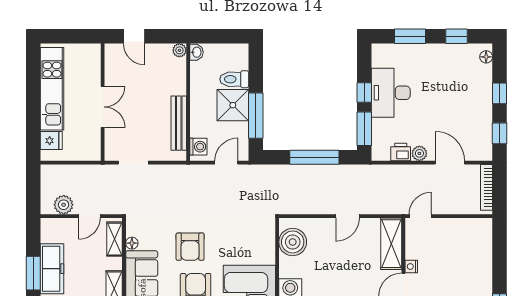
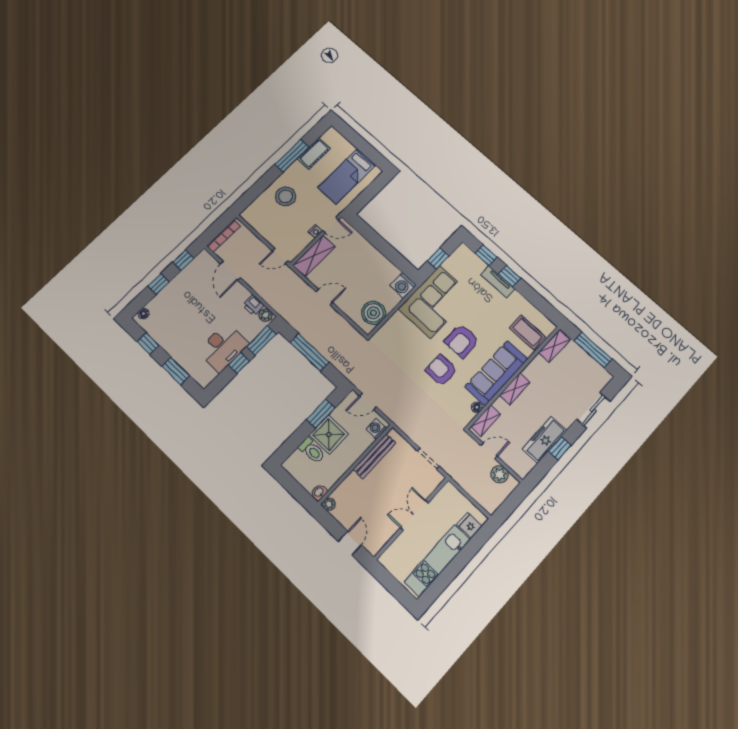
window: (256, 116) -> (321, 414), width x0.69
plant: (419, 153) -> (266, 315), moved
armchair: (190, 247) -> (441, 370), turned -90
window: (33, 273) -> (560, 448), width x0.67
stool: (468, 273) -> (285, 196), added

